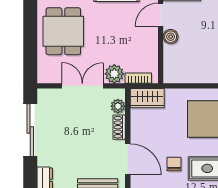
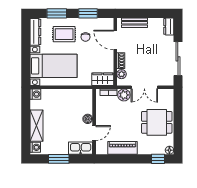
dining table: (63, 31) -> (157, 122), turned 90

